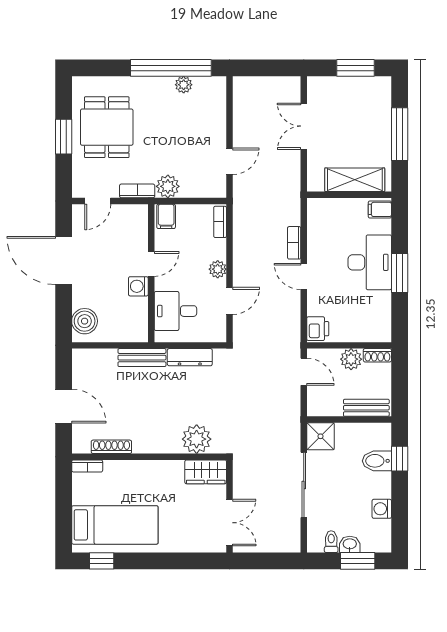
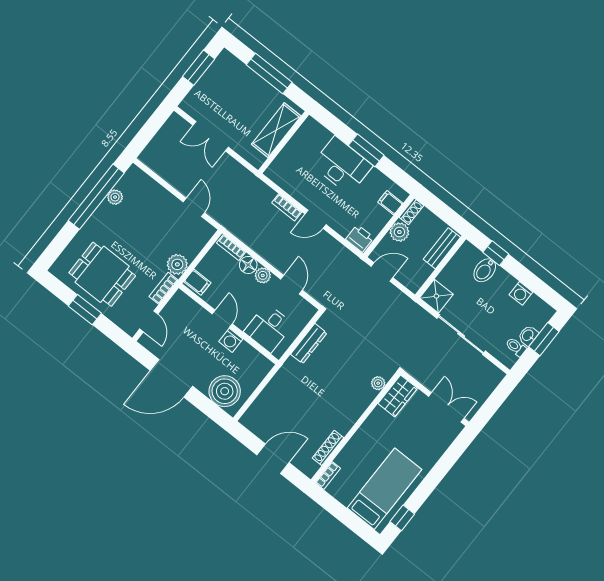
filing cabinet: (380, 209) -> (390, 203), moved, turned 90
floor lamp: (217, 249) -> (248, 265), added
boiler: (85, 321) -> (225, 391), width x1.37, depth x1.37
bench: (142, 358) -> (283, 377), removed
plant: (197, 439) -> (378, 383), width x0.53, depth x0.53

